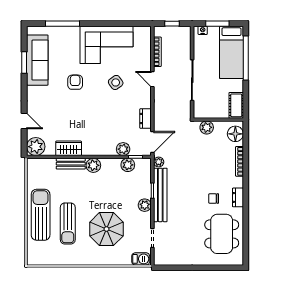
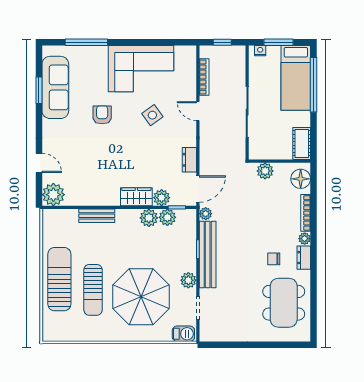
wardrobe: (69, 148) -> (136, 197), moved
plant: (93, 165) -> (149, 218), moved
plant: (238, 182) -> (305, 239), added
plant: (145, 205) -> (188, 280), moved
parasol: (106, 229) -> (141, 297), width x1.36, depth x1.36

